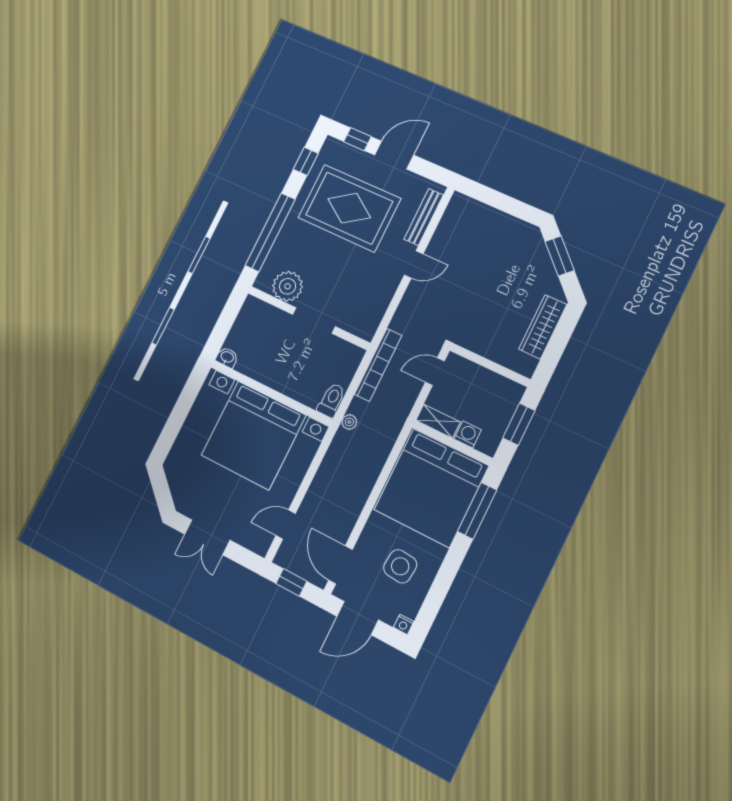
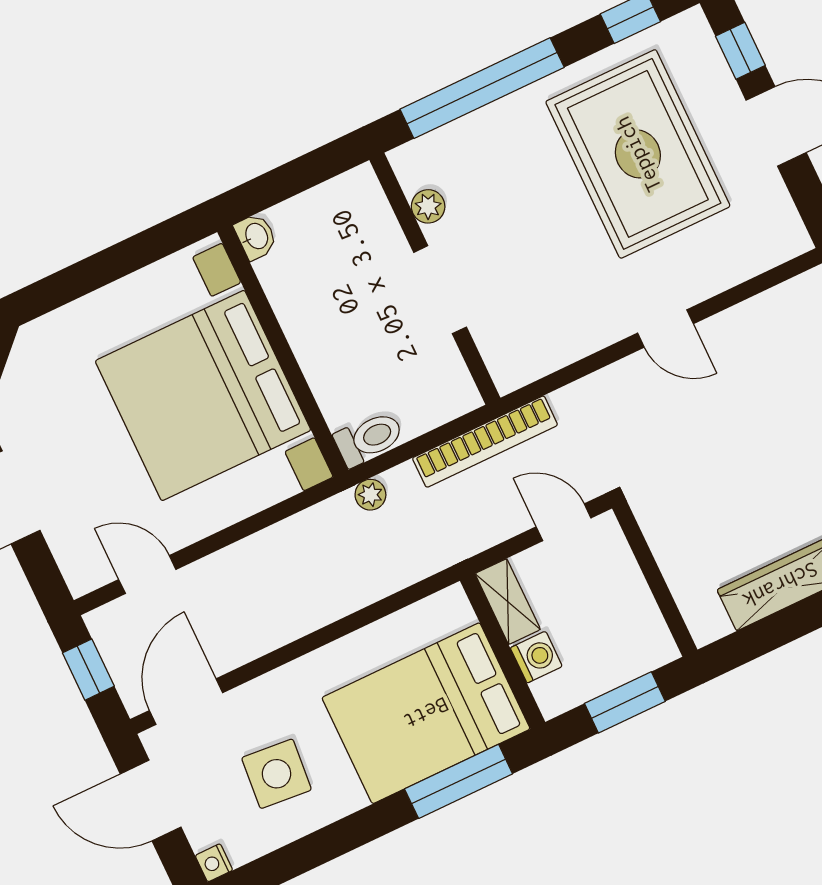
bench: (424, 217) -> (741, 266), removed
plant: (288, 286) -> (428, 206), width x0.53, depth x0.53
bed: (431, 488) -> (426, 713), width x0.73

